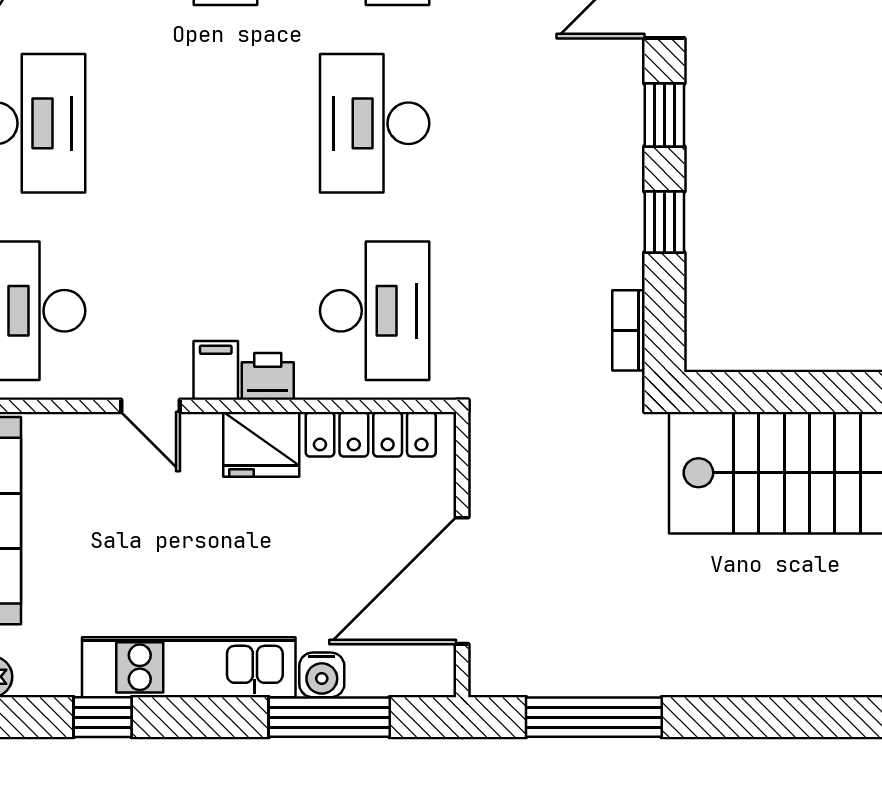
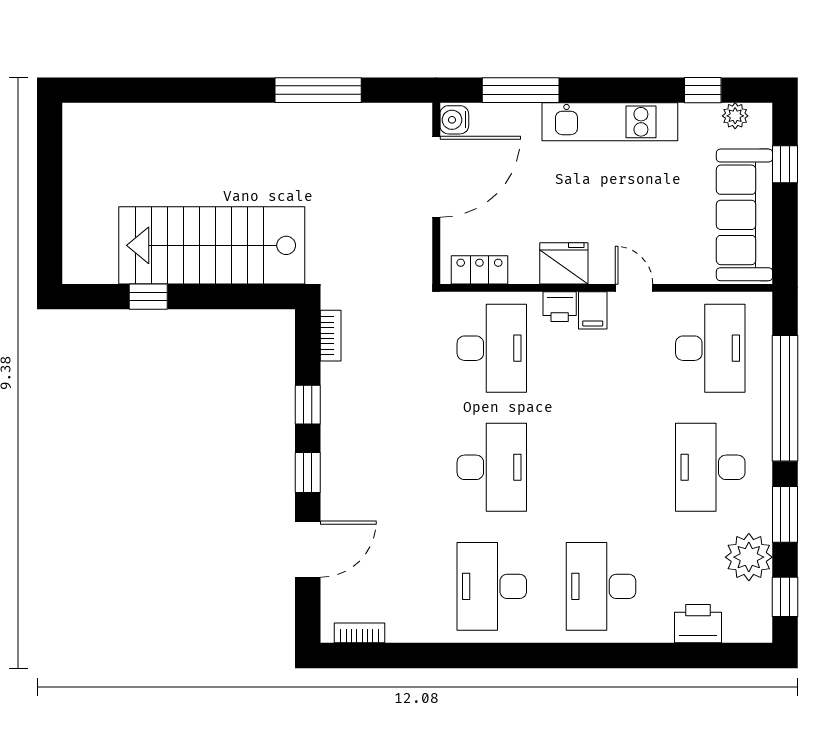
desk: (375, 311) -> (492, 348), turned 180
locker: (371, 434) -> (479, 270), width x0.66
water cooler: (322, 675) -> (454, 120), moved, turned -90
window: (103, 717) -> (703, 90), moved
window: (594, 717) -> (318, 90), moved

